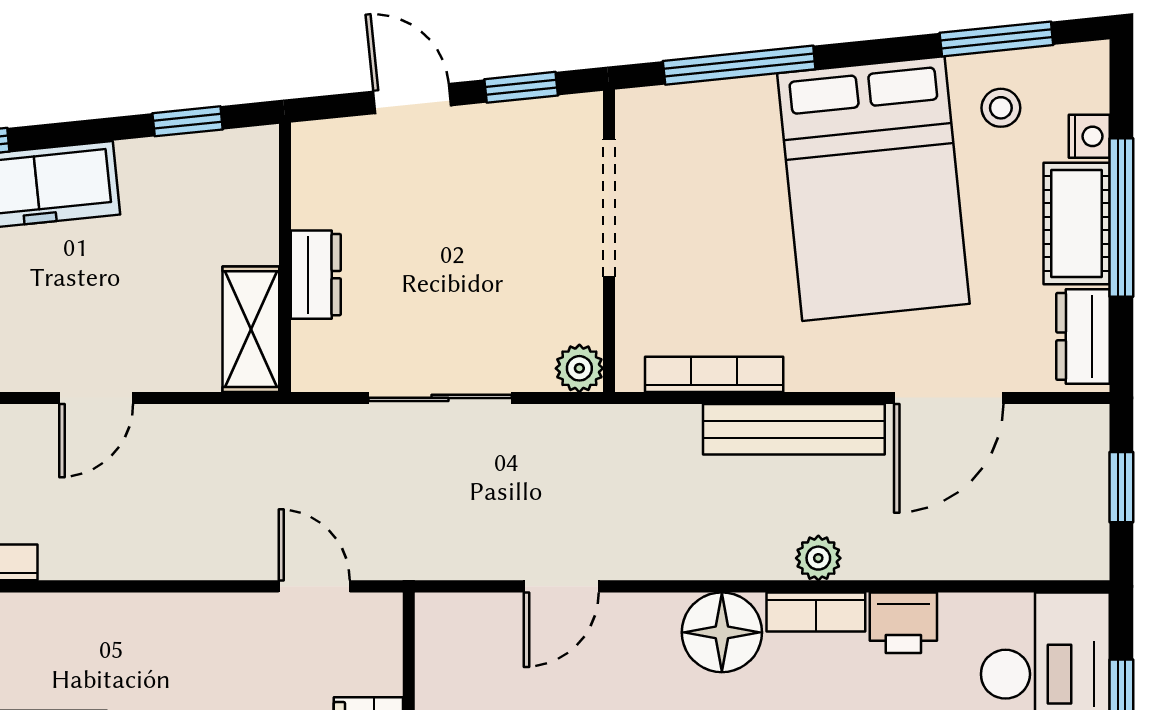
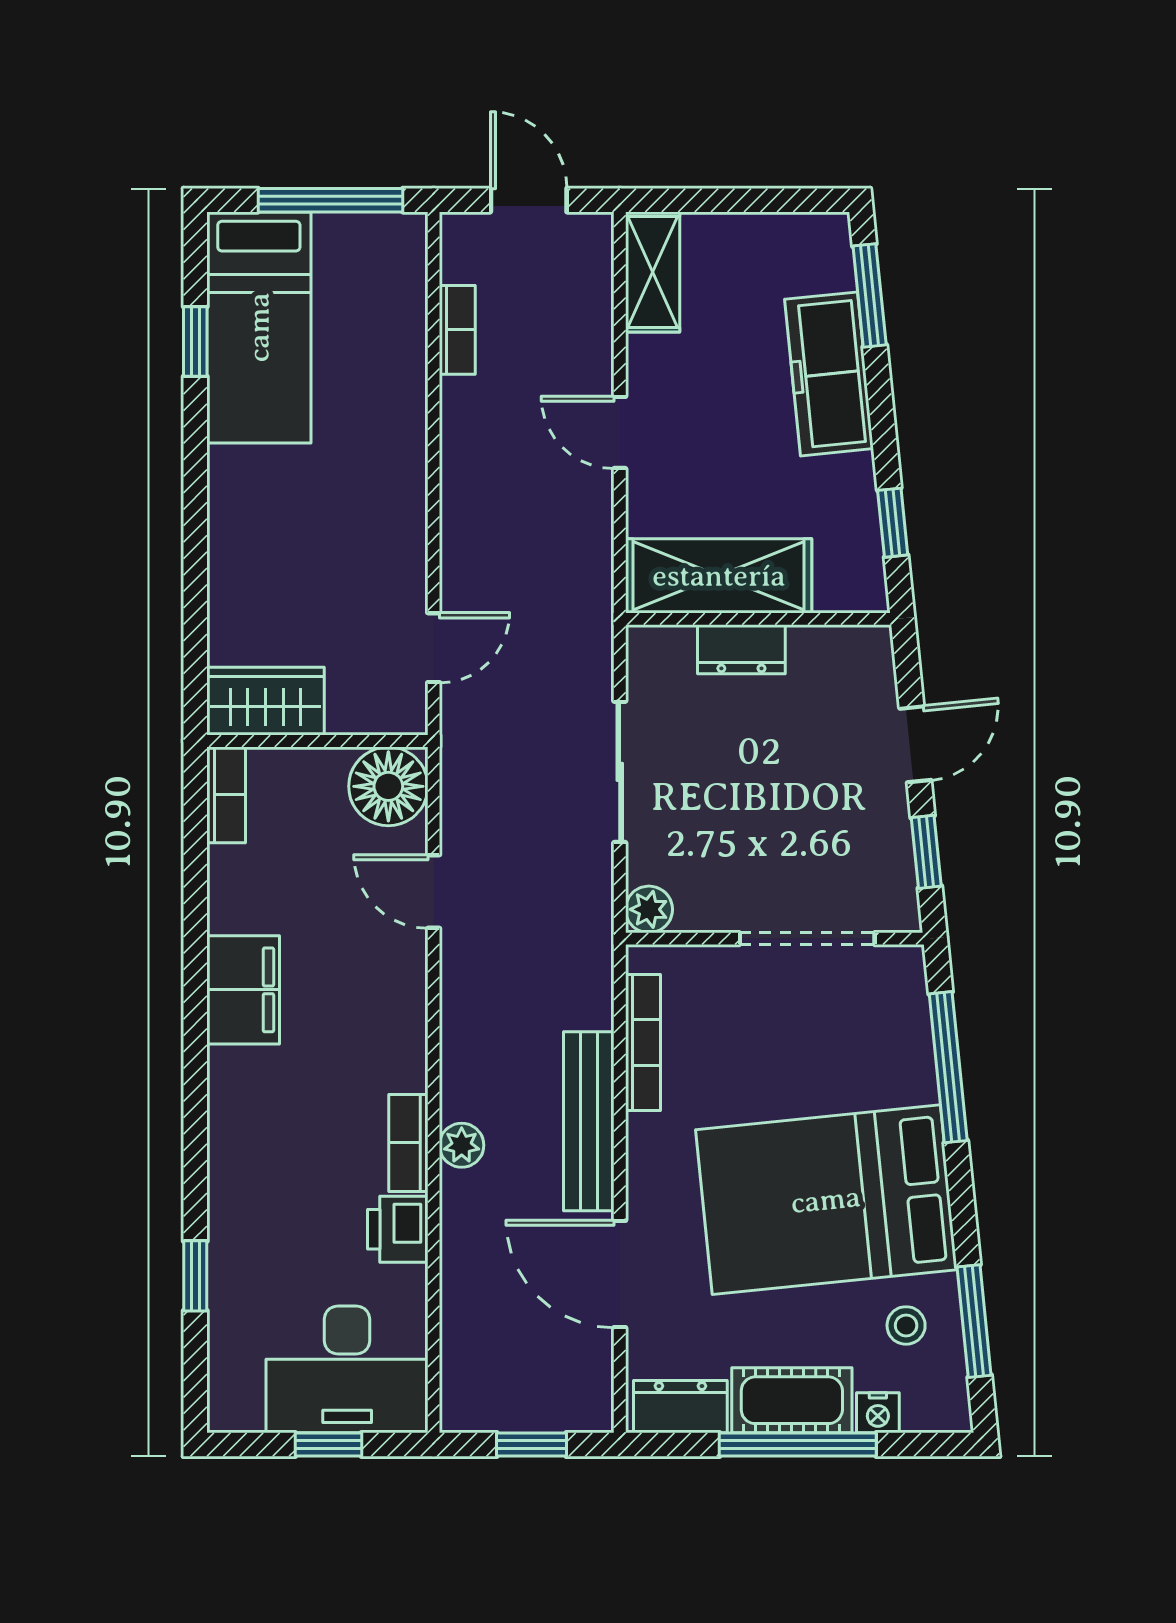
shelving: (251, 329) -> (719, 576), width x1.50, depth x1.33
floor lamp: (722, 632) -> (388, 786), moved

